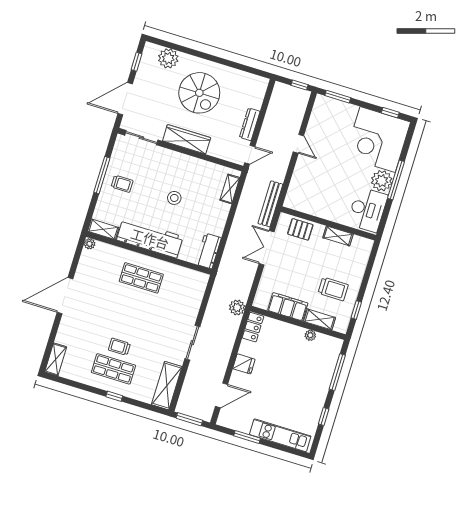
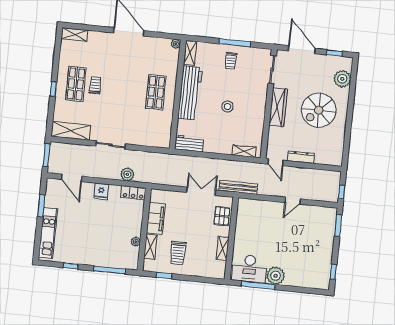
corner desk: (378, 140) -> (309, 266), removed
window: (396, 180) -> (258, 285), moved
plant: (237, 308) -> (127, 174), moved

